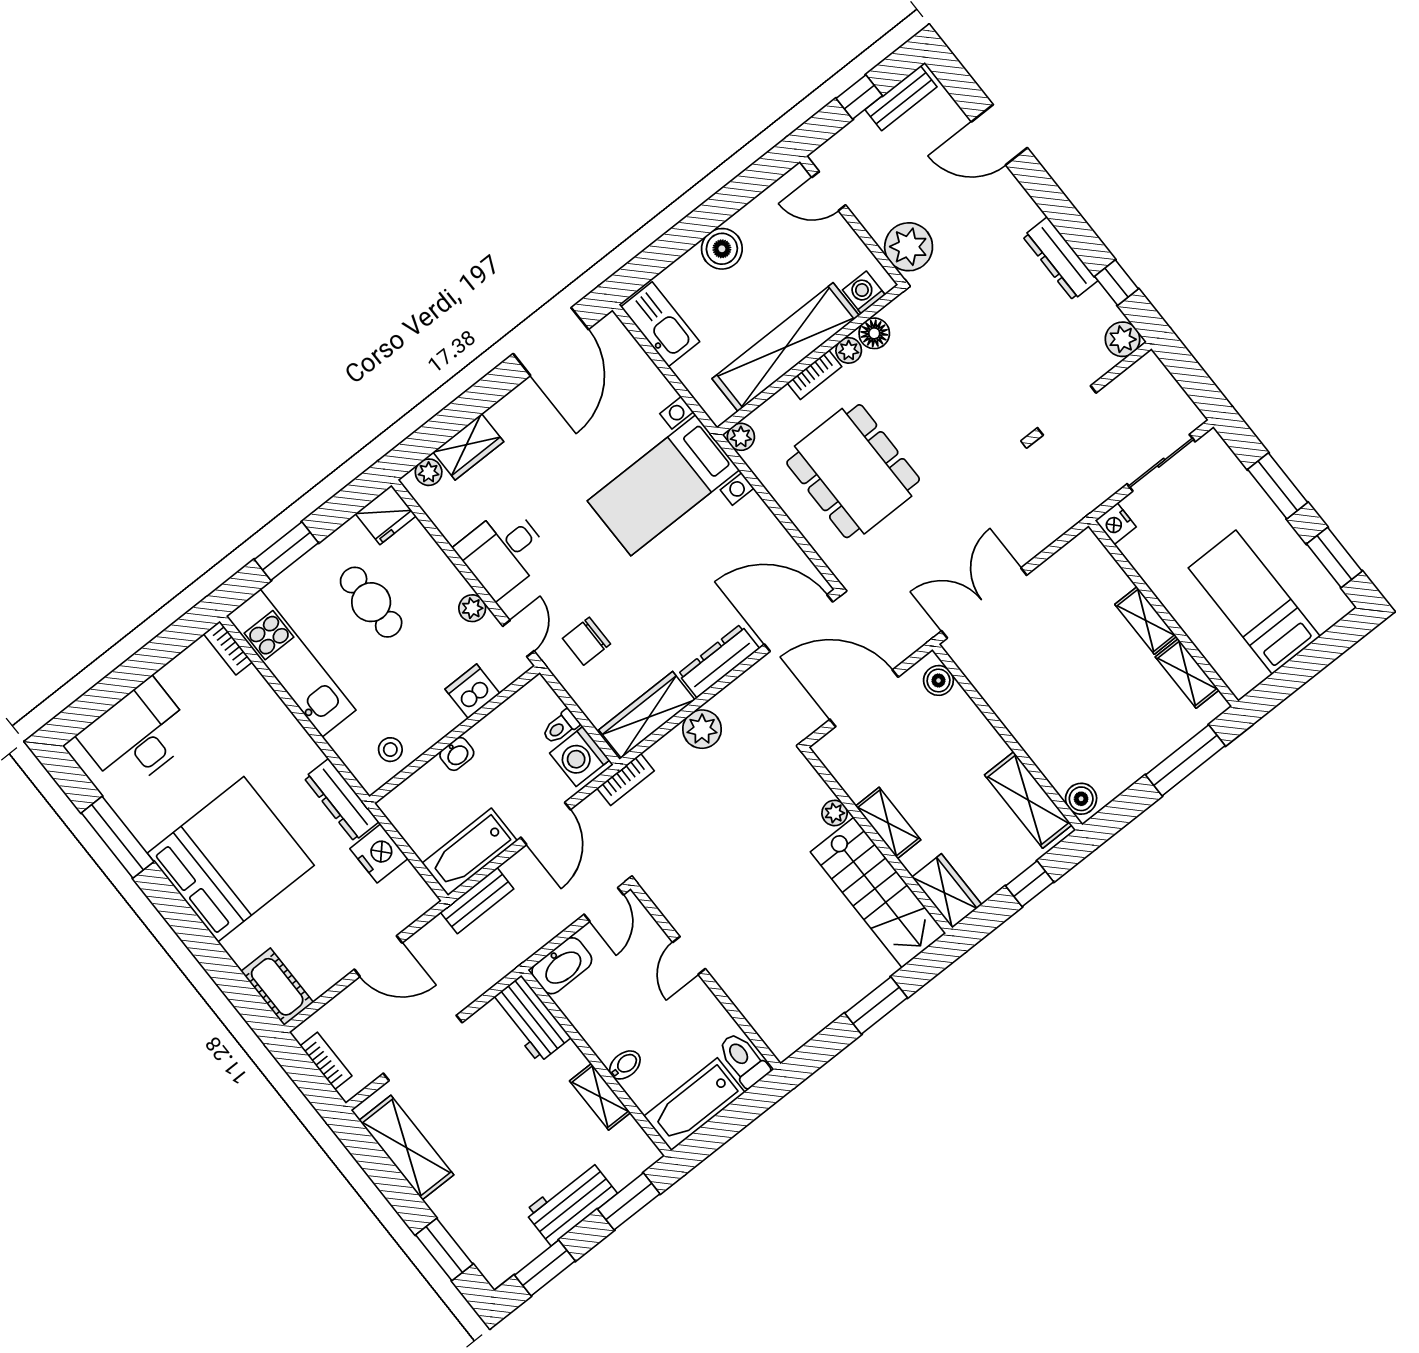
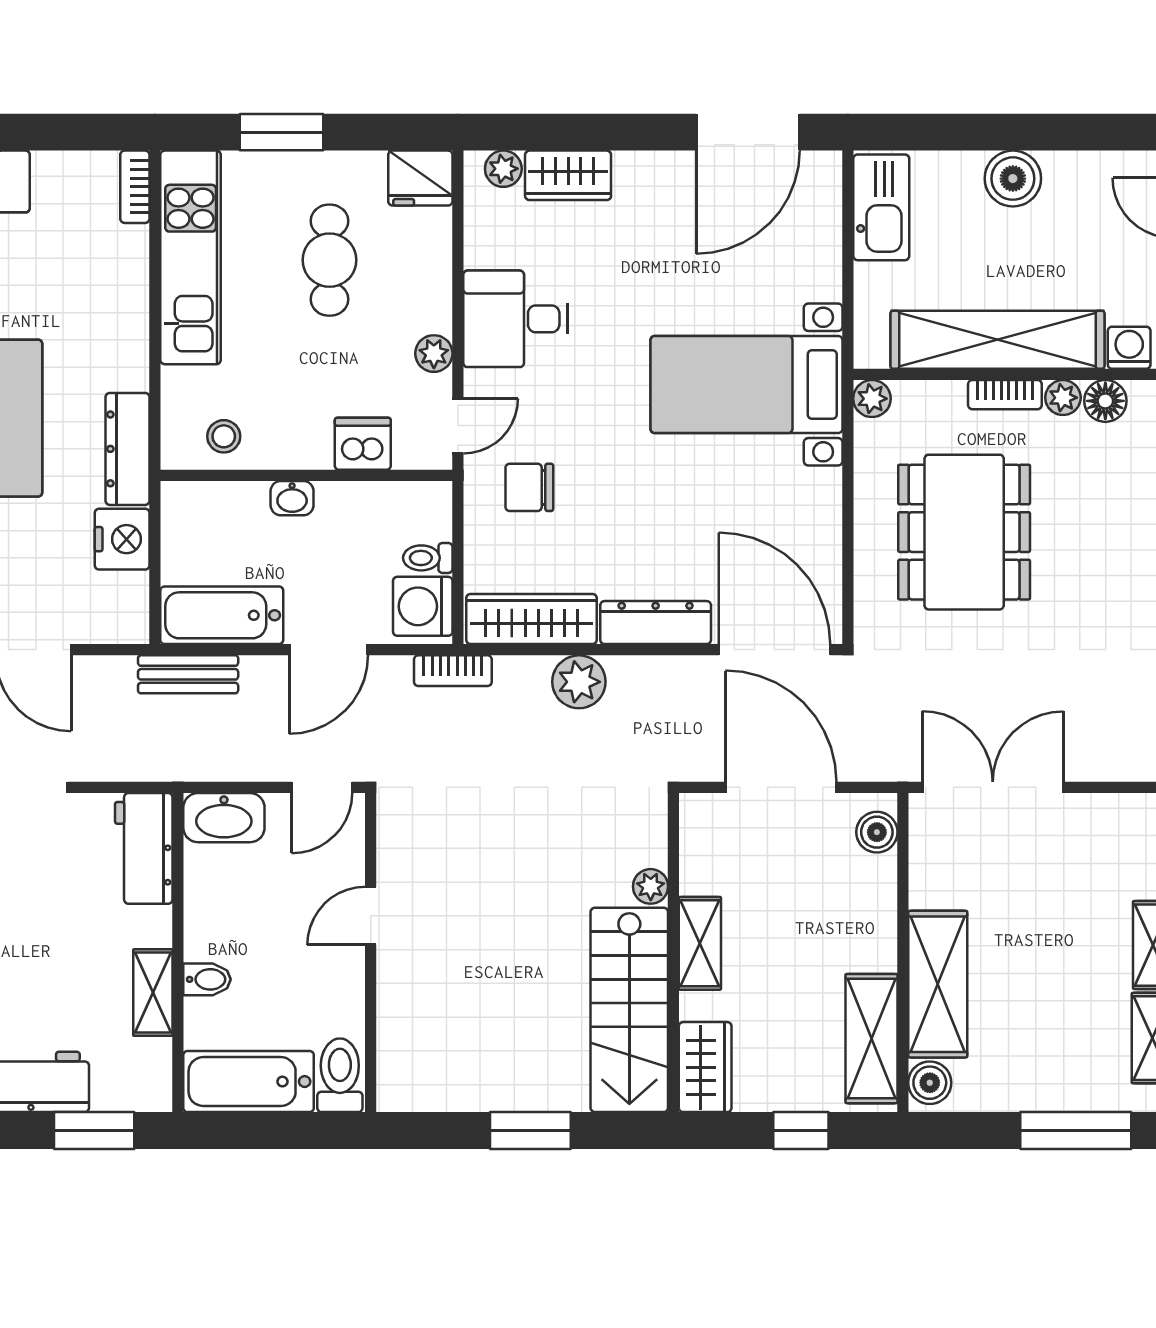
shelving: (1041, 739) -> (938, 984), added

